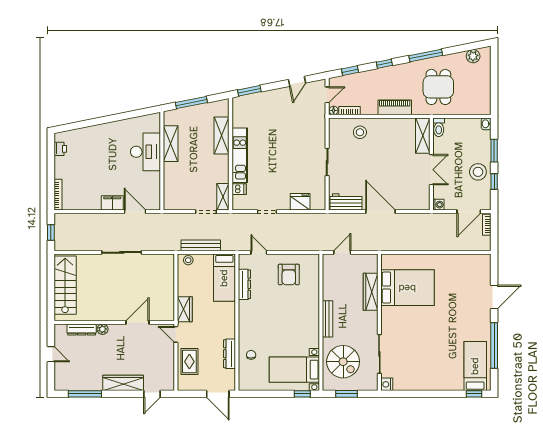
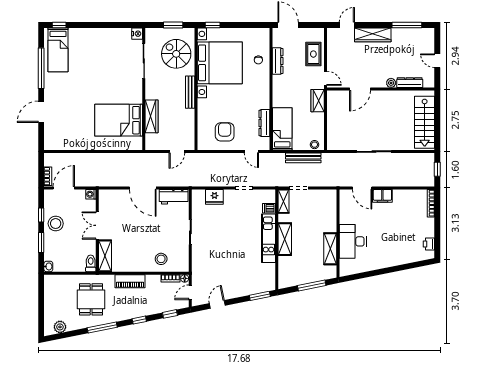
shelving: (222, 135) -> (285, 239), moved
bed with nightstands: (294, 370) -> (220, 63), width x1.85

